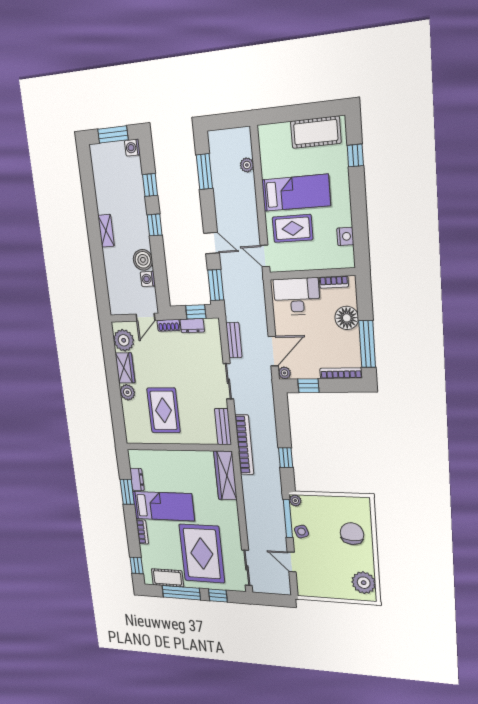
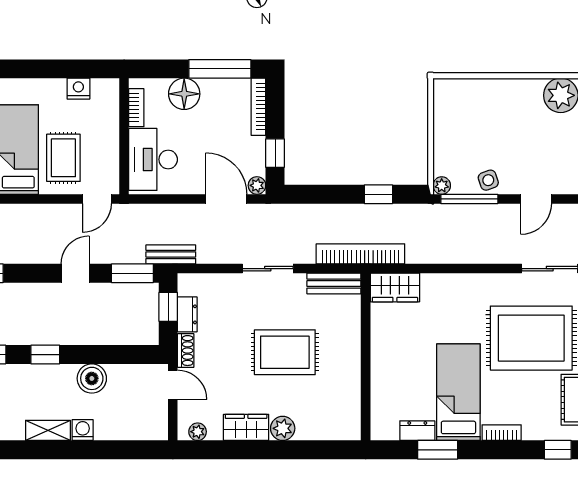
washing machine: (148, 279) -> (83, 430), moved, turned 180
plant: (124, 340) -> (198, 432), width x0.53, depth x0.53
bench: (234, 340) -> (171, 254), moved
rug: (164, 410) -> (285, 352), moved
wardrobe: (225, 475) -> (395, 288), width x0.67
chair: (352, 534) -> (488, 107), removed

